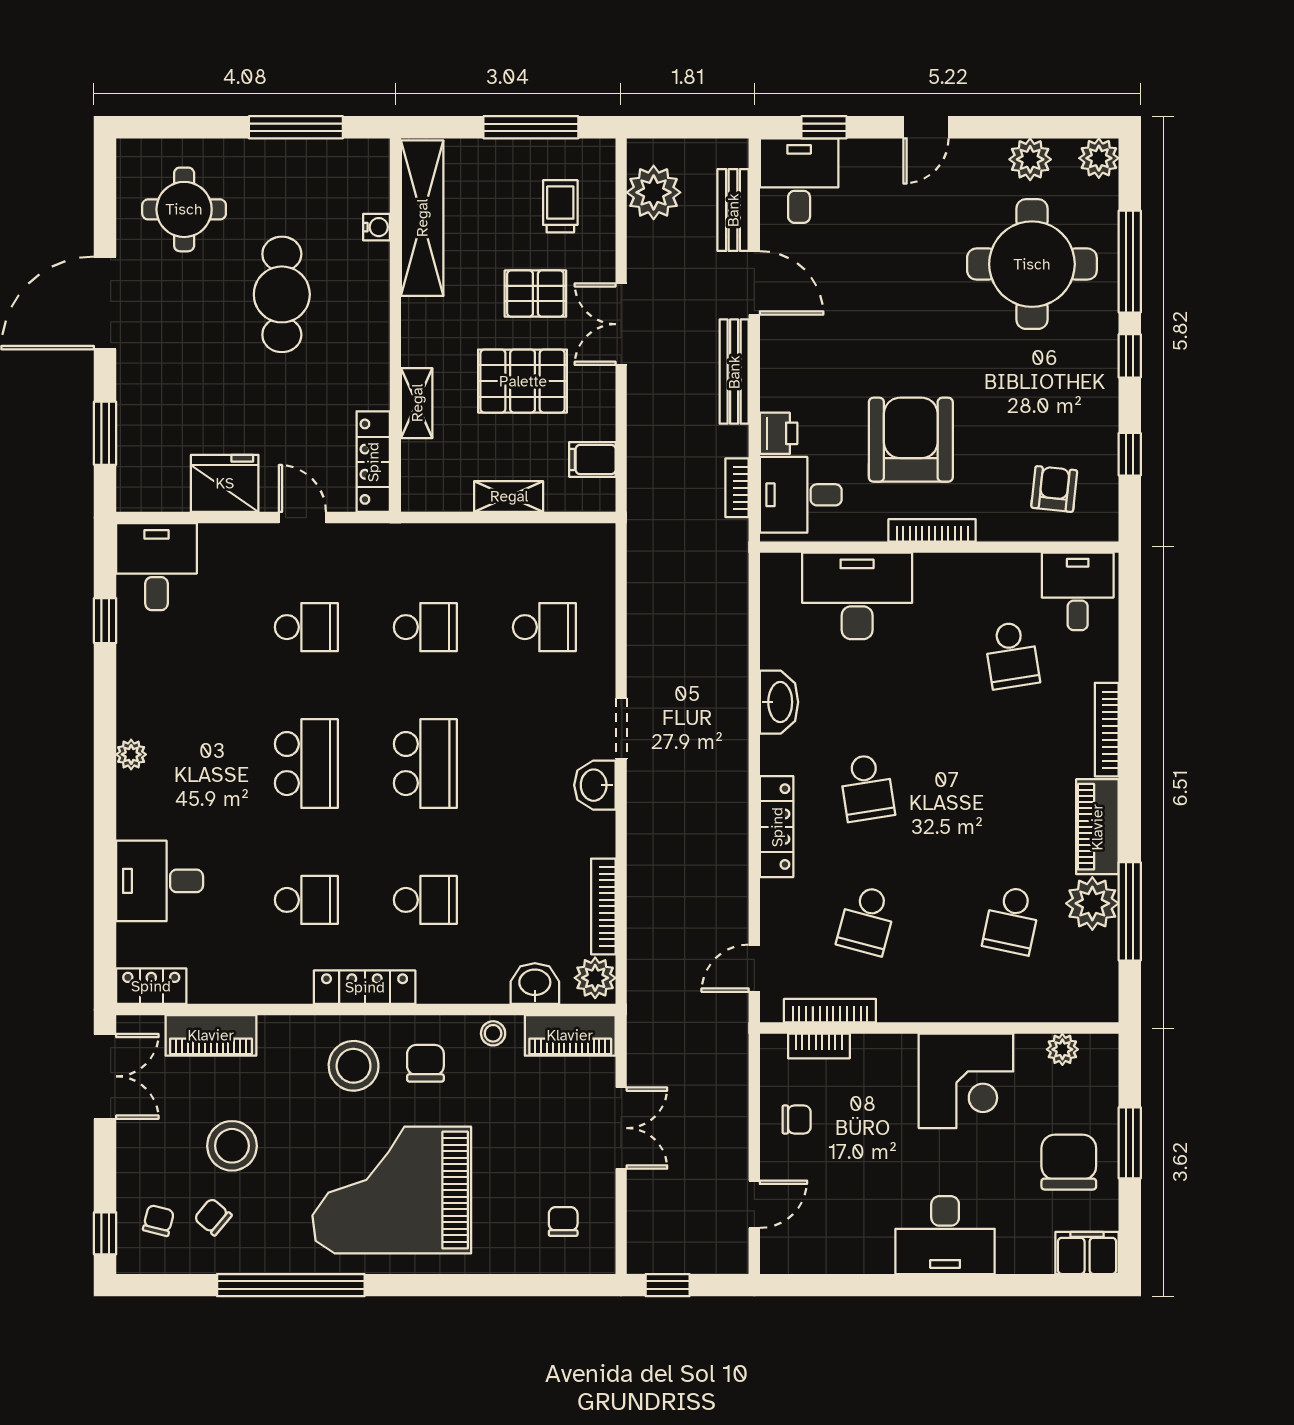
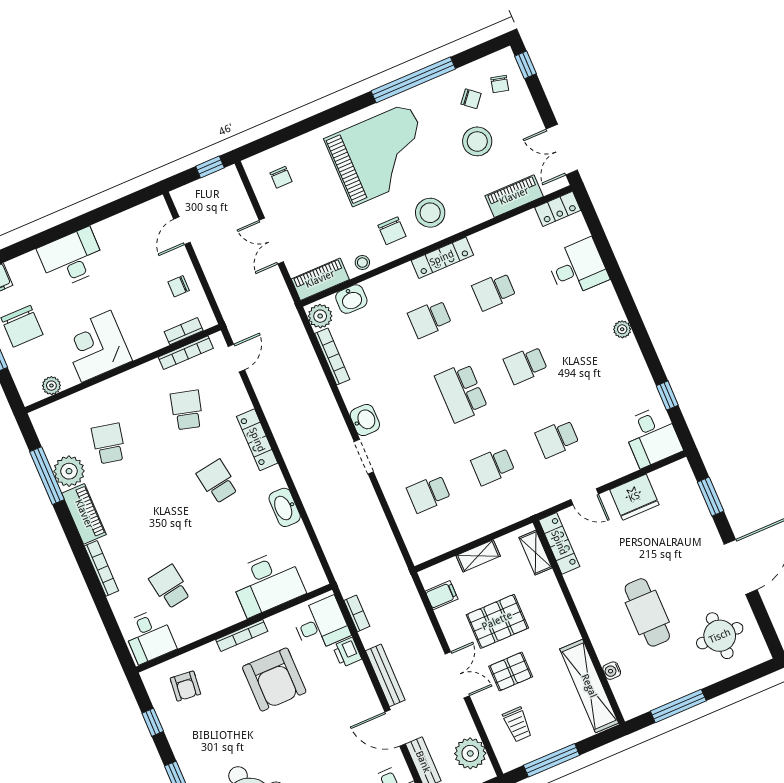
shelving: (417, 403) -> (535, 553), moved
school desk: (306, 764) -> (526, 365), width x0.54

